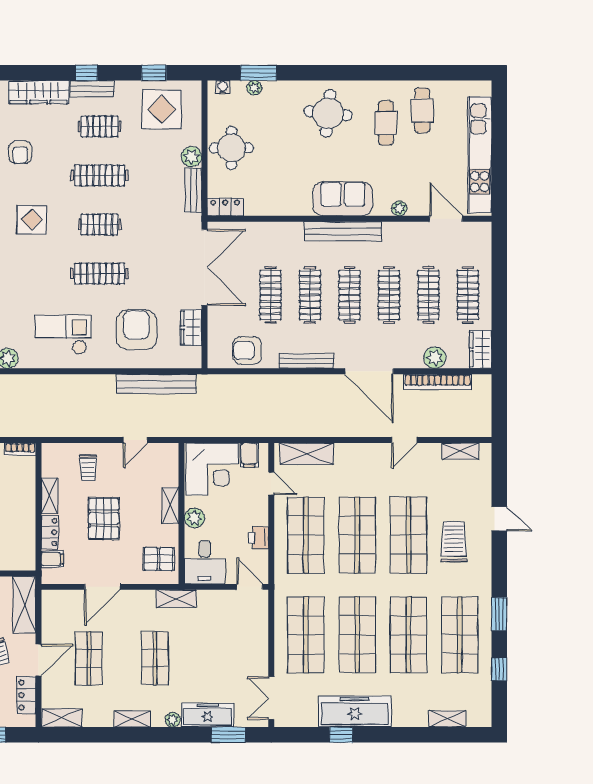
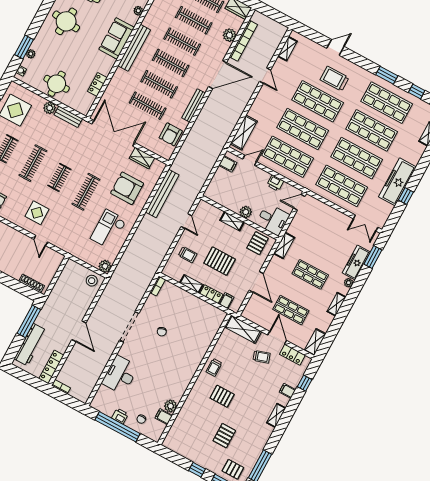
locker: (225, 207) -> (97, 84), moved
corner desk: (212, 469) -> (225, 188), removed

